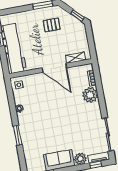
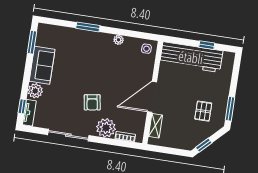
armchair: (74, 112) -> (92, 102), added
sliding door: (108, 134) -> (68, 135), moved

